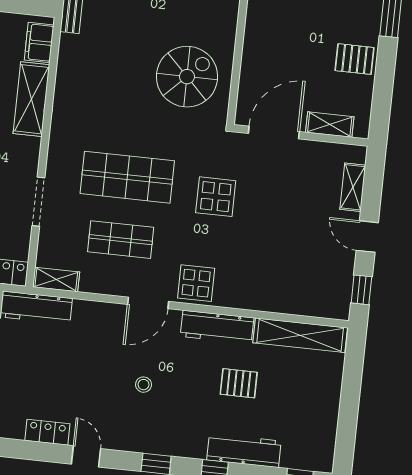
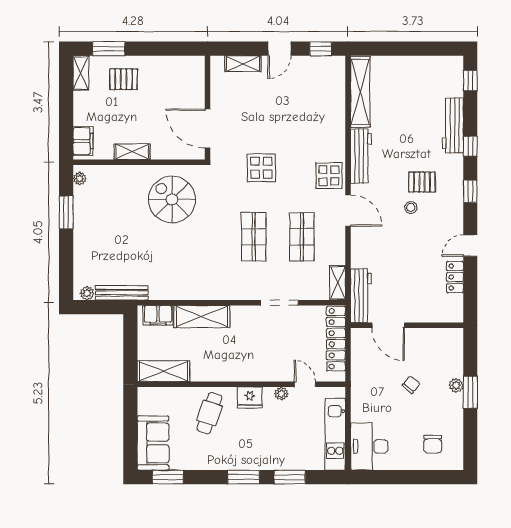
pallet: (354, 59) -> (124, 79), moved, turned 90
shelving: (330, 125) -> (132, 152), moved, turned 90
shop shelf: (127, 177) -> (254, 237), width x0.70, depth x0.74
pallet: (239, 383) -> (422, 182), moved, turned 90

